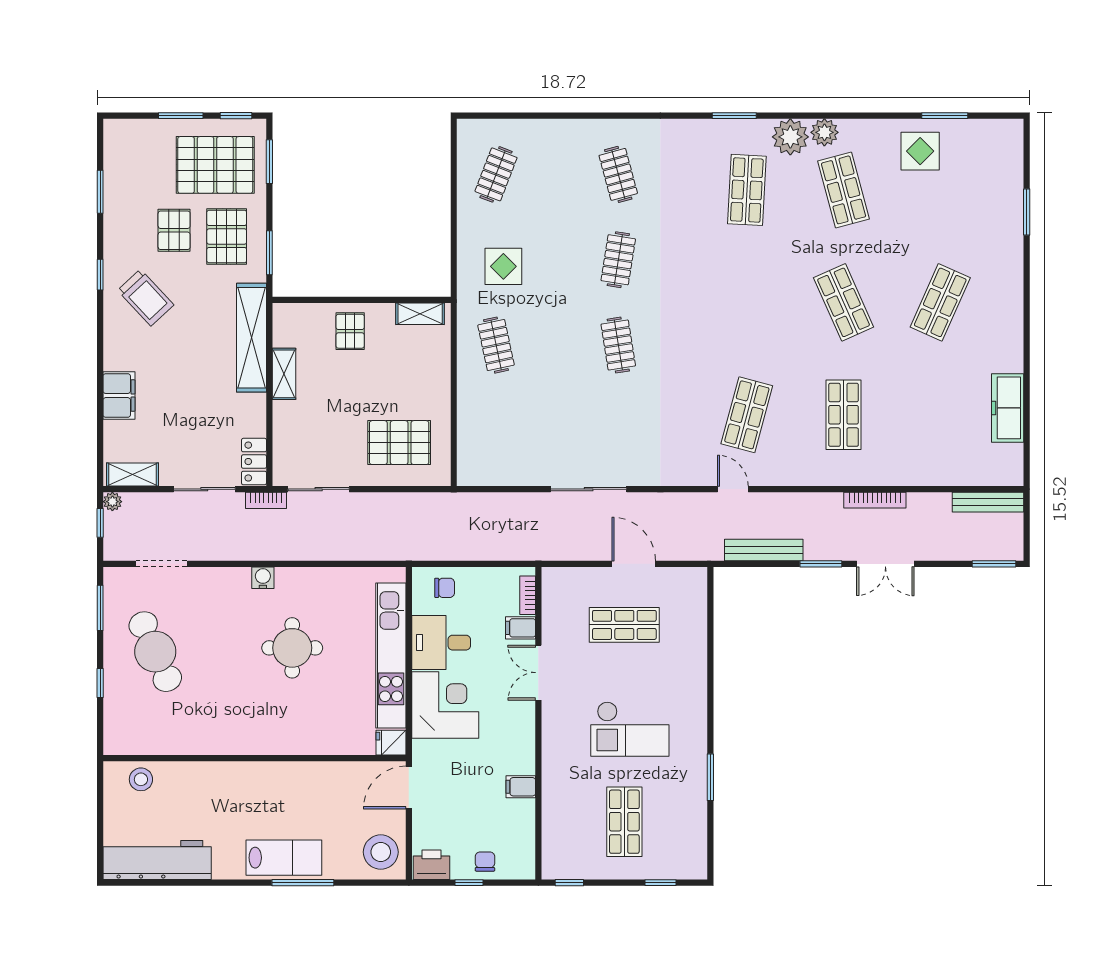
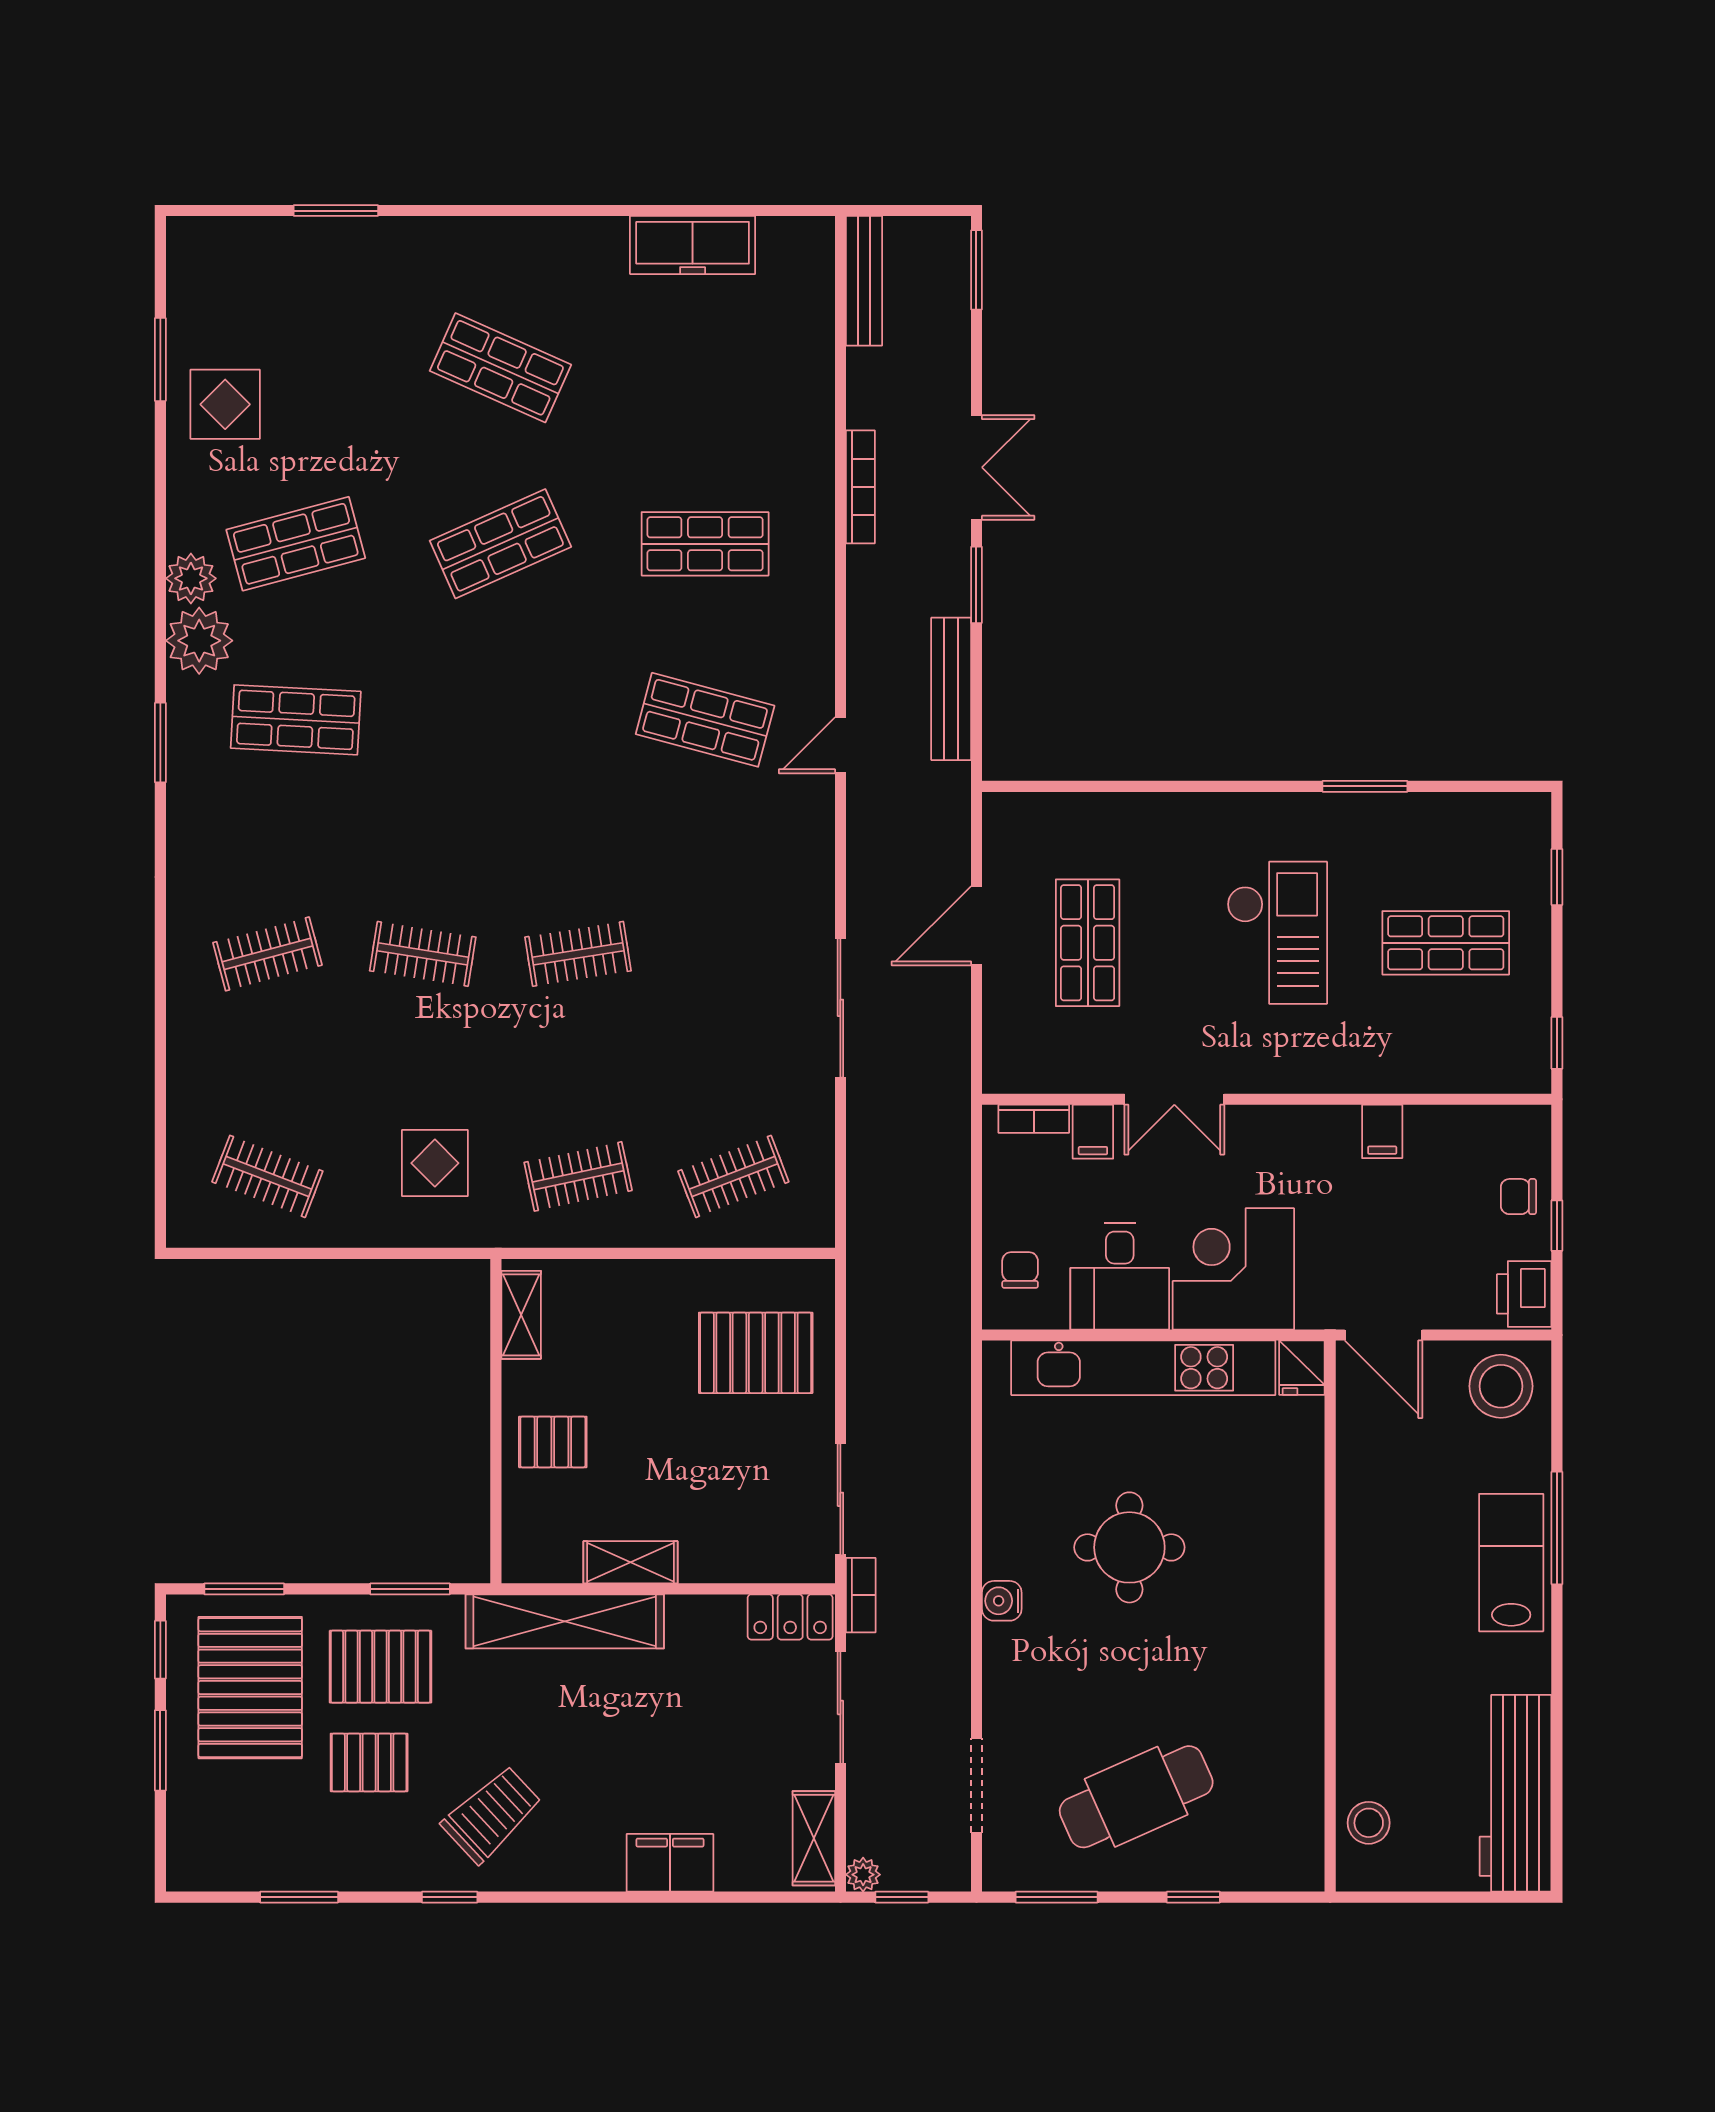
clothes rail: (496, 430) -> (733, 1176), added
pallet: (399, 443) -> (756, 1353), turned 90

